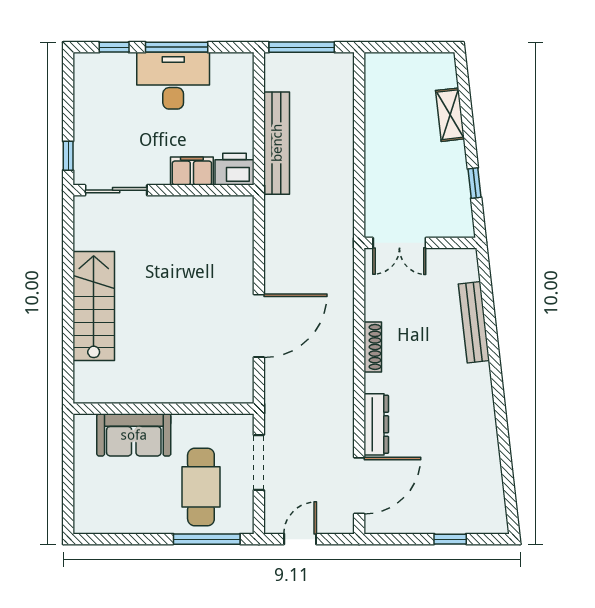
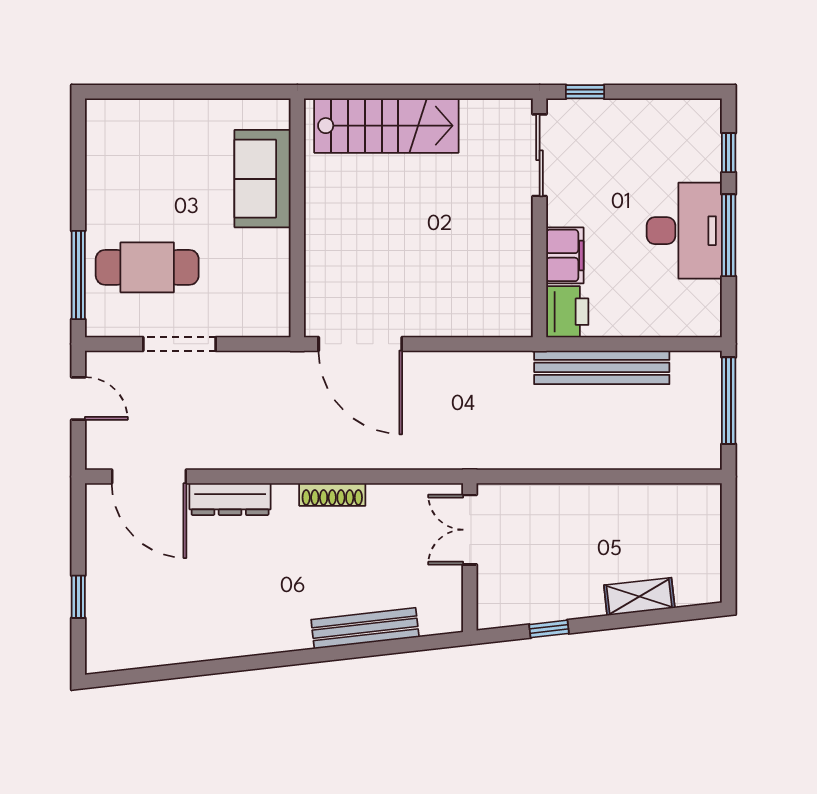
wall: (163, 409) -> (297, 218), moved
sofa: (134, 435) -> (263, 179), moved

